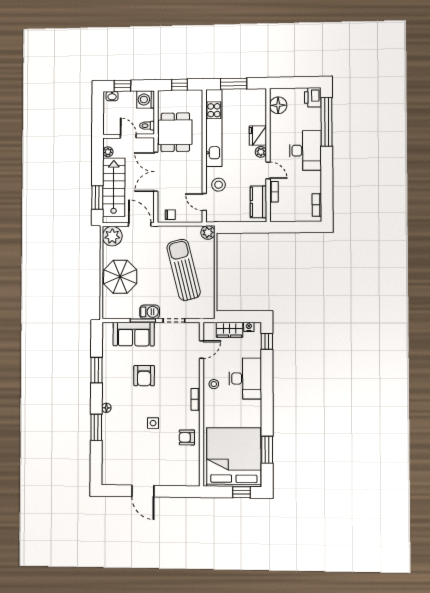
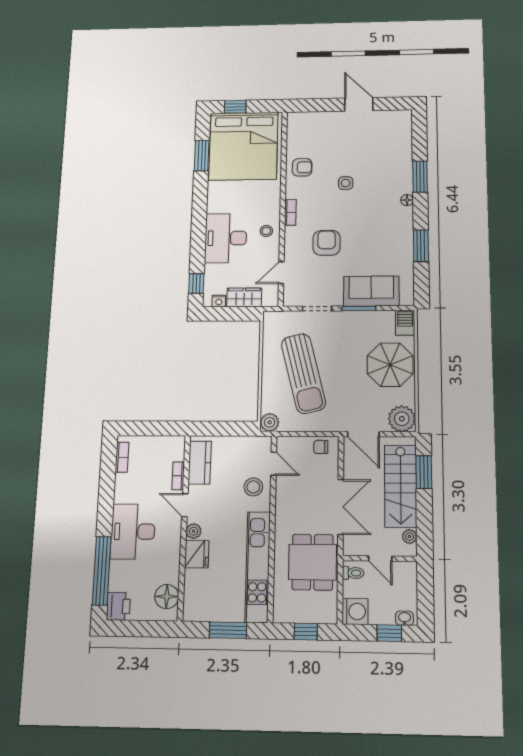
barbecue: (150, 312) -> (405, 323), moved, turned 90
armchair: (144, 376) -> (327, 243), moved

